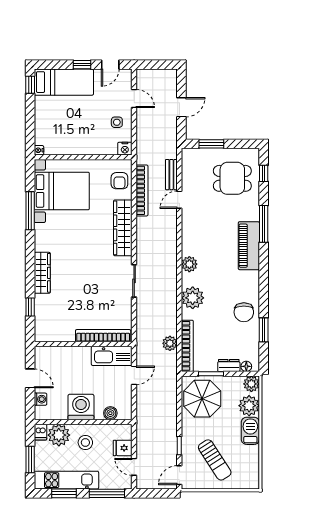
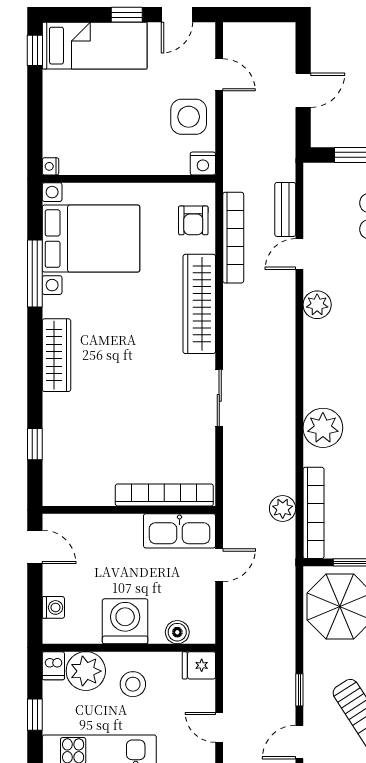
side table: (117, 122) -> (189, 117), width x1.87, depth x1.87
plant: (189, 264) -> (317, 305), moved
wardrobe: (42, 273) -> (56, 355), moved
door: (30, 378) -> (35, 547), moved
fridge: (123, 448) -> (199, 665), moved
window: (30, 460) -> (35, 715), width x0.67

